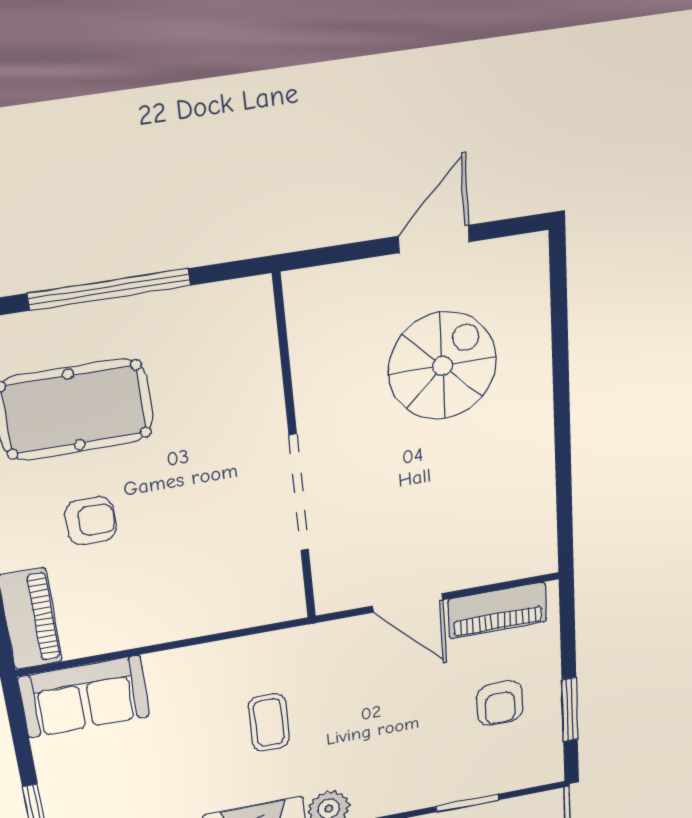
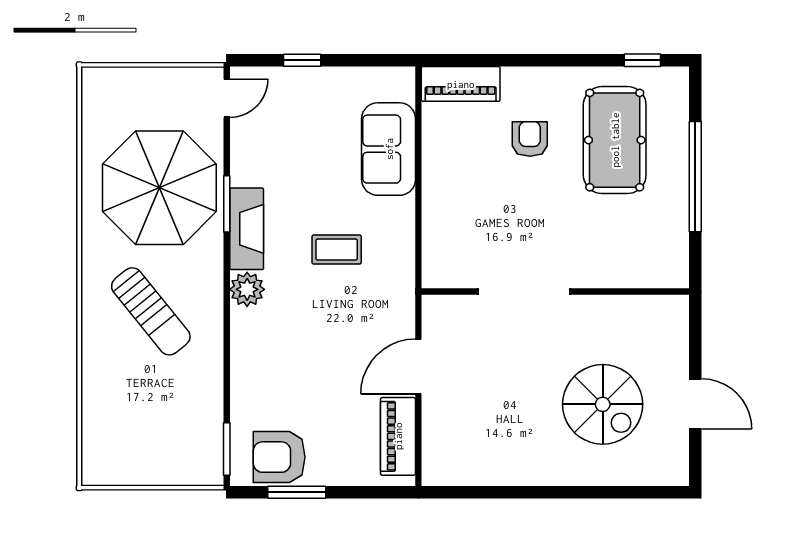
armchair: (91, 521) -> (530, 139), turned 180
sofa: (84, 697) -> (389, 149), moved
armchair: (500, 703) -> (279, 457), moved, width x1.38, depth x1.38
window: (467, 803) -> (227, 449), moved

